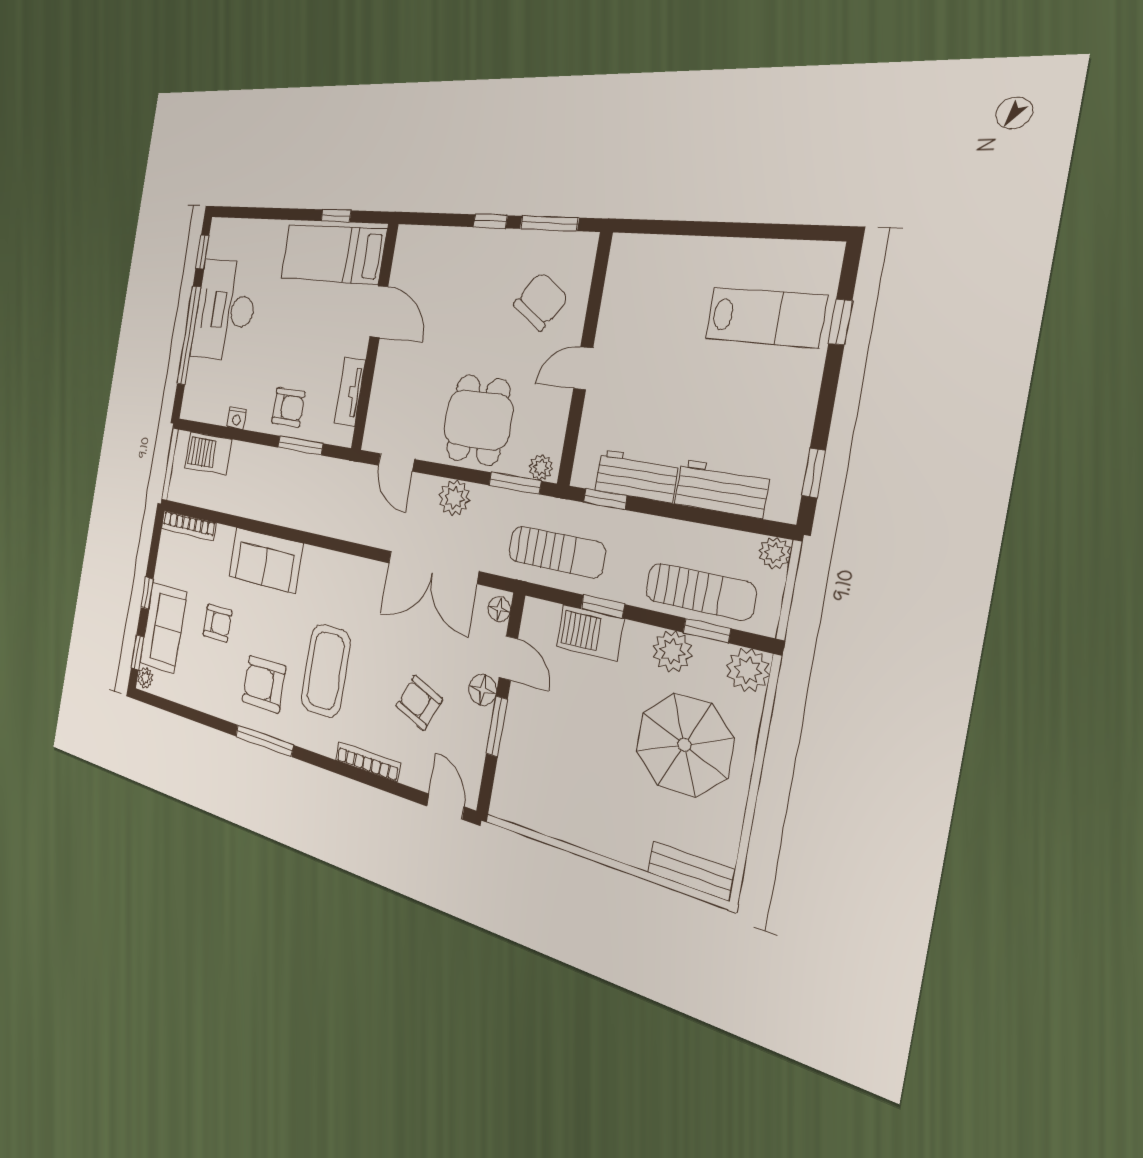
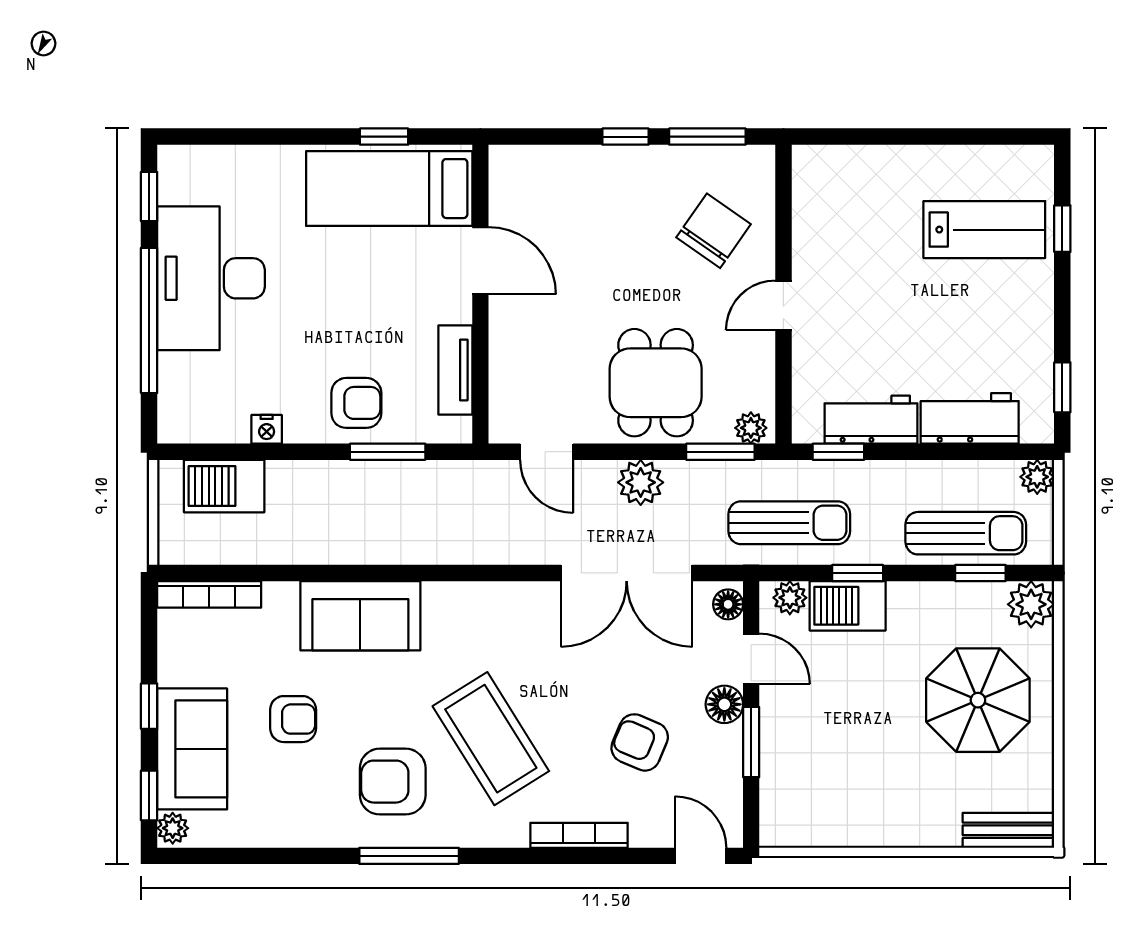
plant: (672, 651) -> (790, 598), moved, width x0.73, depth x0.73
coffee table: (326, 671) -> (491, 739), turned -32

